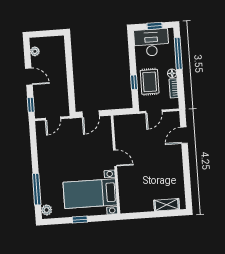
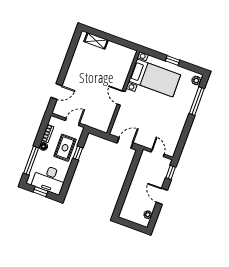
door: (53, 118) -> (158, 153), hinge flipped

